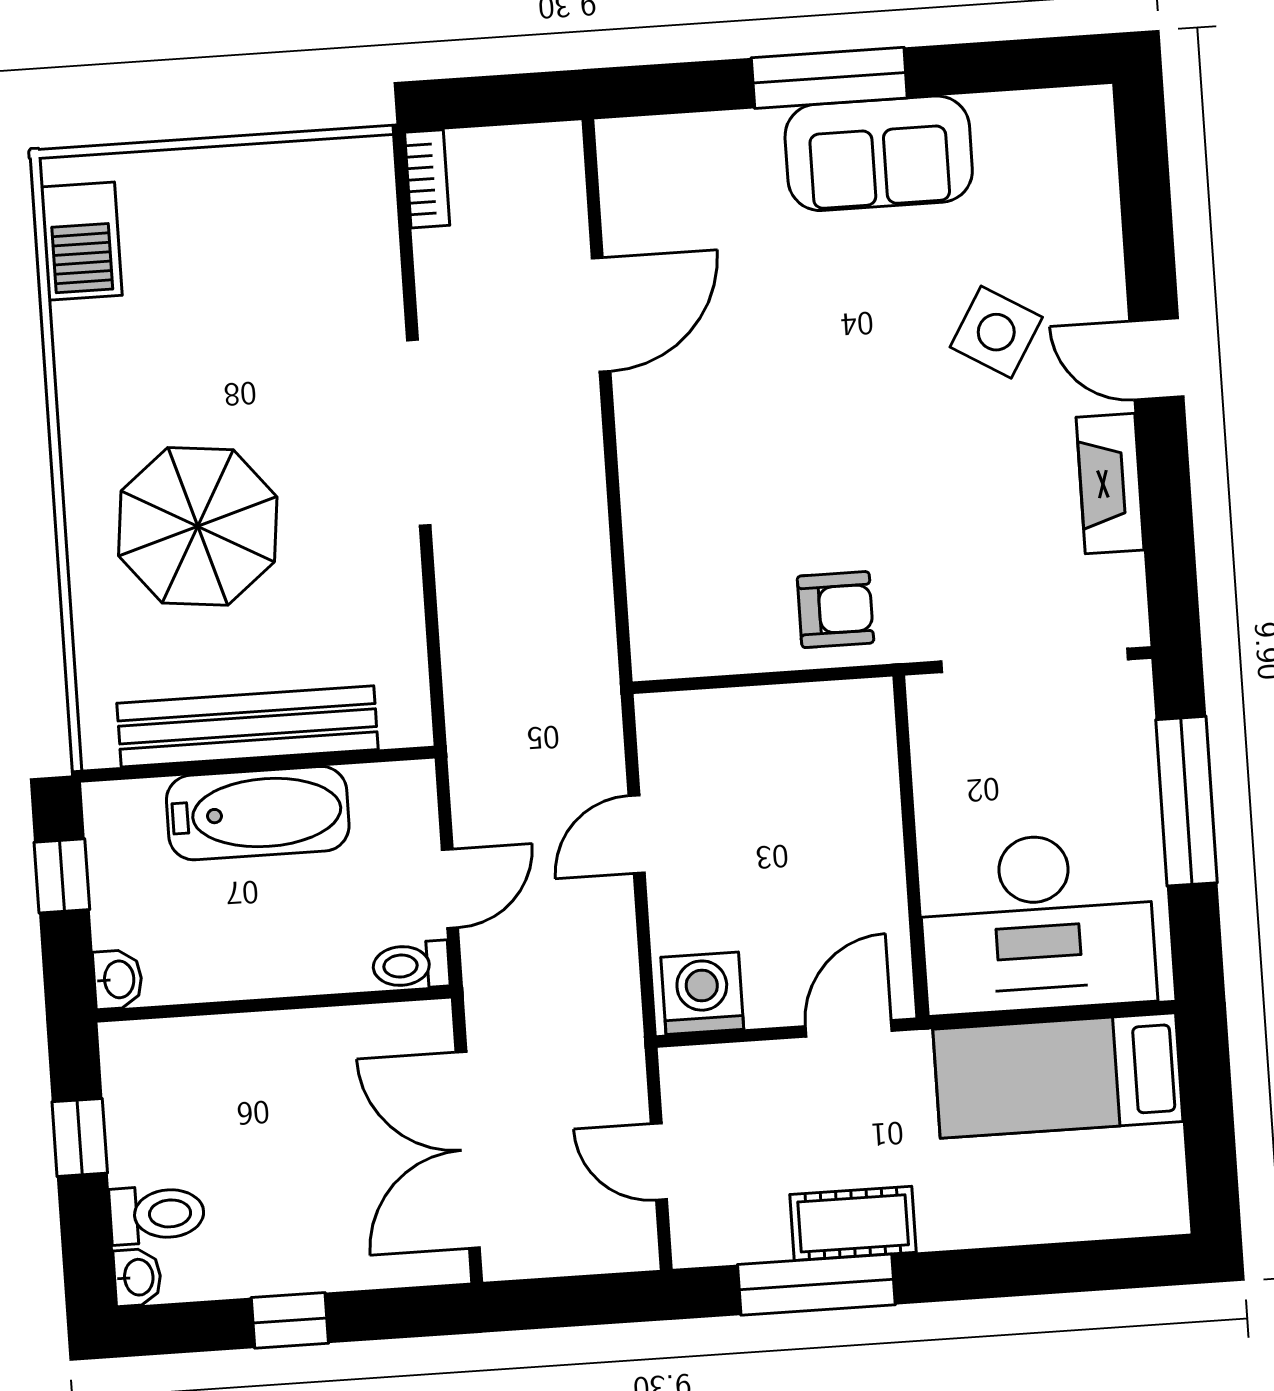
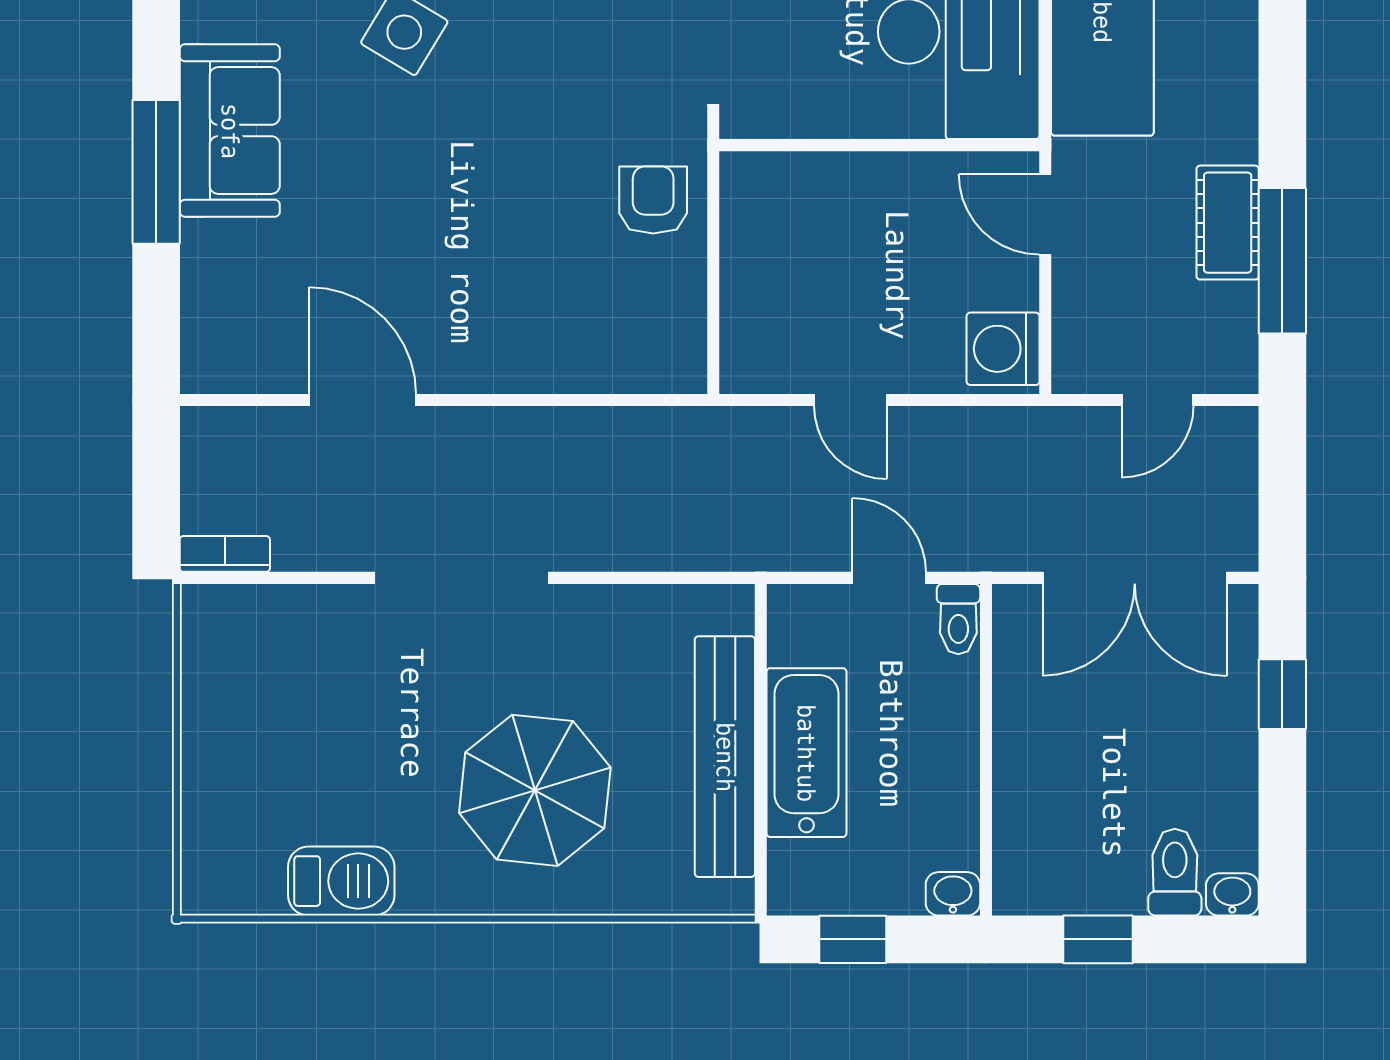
barbecue: (81, 241) -> (341, 881), moved
window: (290, 1320) -> (1282, 694), moved

